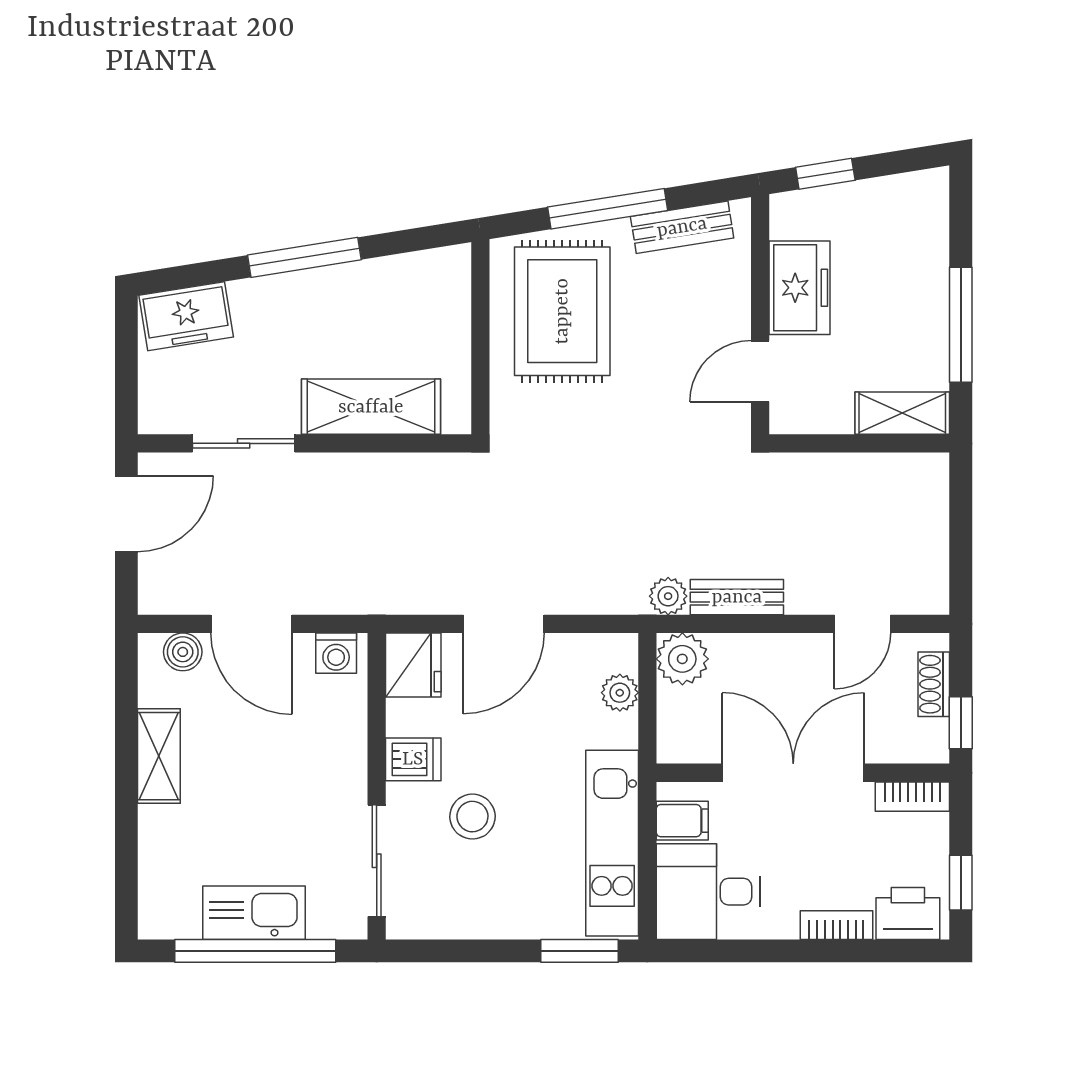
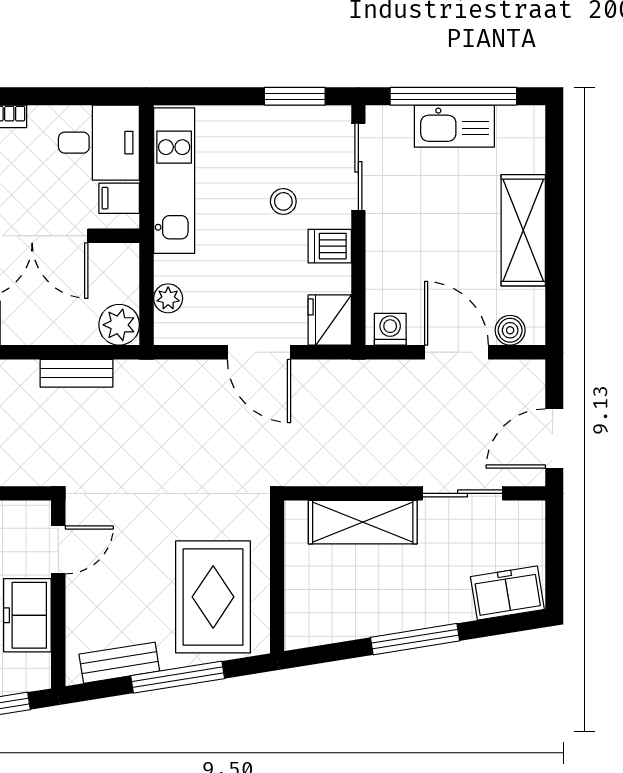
plant: (668, 596) -> (130, 374), removed
door: (504, 624) -> (259, 352), swing flipped
shelving: (159, 756) -> (523, 230), width x1.50, depth x1.33
stool: (472, 817) -> (283, 201), width x0.73, depth x0.73
window: (579, 951) -> (295, 96), moved

